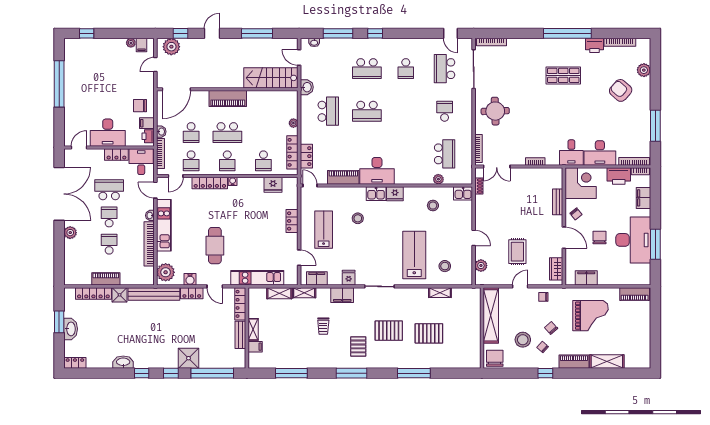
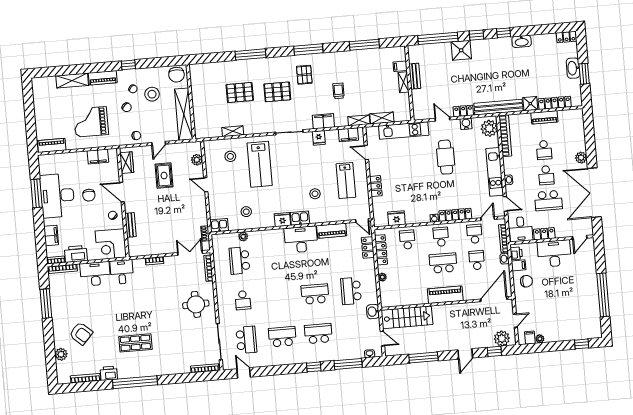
school desk: (406, 69) -> (282, 337), width x1.85
bookcase: (149, 244) -> (505, 136), moved
locker: (240, 304) -> (417, 105), removed

